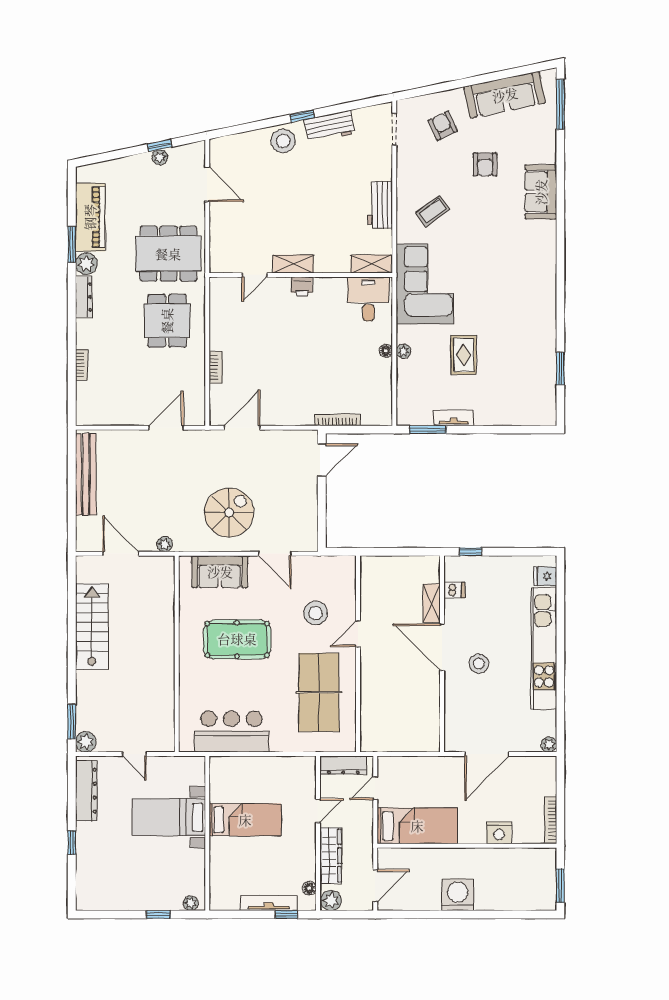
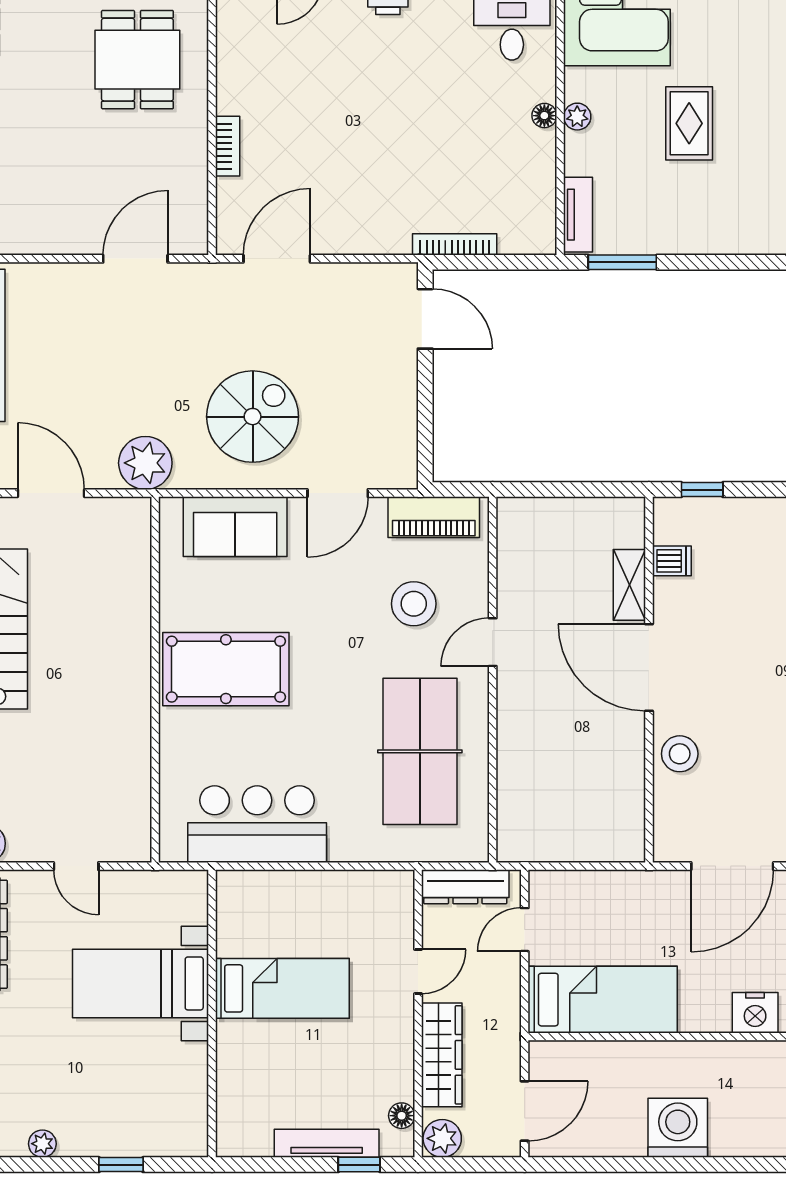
tv unit: (454, 418) -> (578, 215), moved, turned 90
door: (322, 460) -> (425, 319), hinge flipped
plant: (165, 544) -> (145, 463), width x1.88, depth x1.88
door: (275, 554) -> (338, 493), hinge flipped
piano: (326, 567) -> (434, 517), added
pool table: (237, 639) -> (226, 669), moved
stool: (479, 664) -> (680, 754), moved
plant: (191, 903) -> (42, 1144), moved

